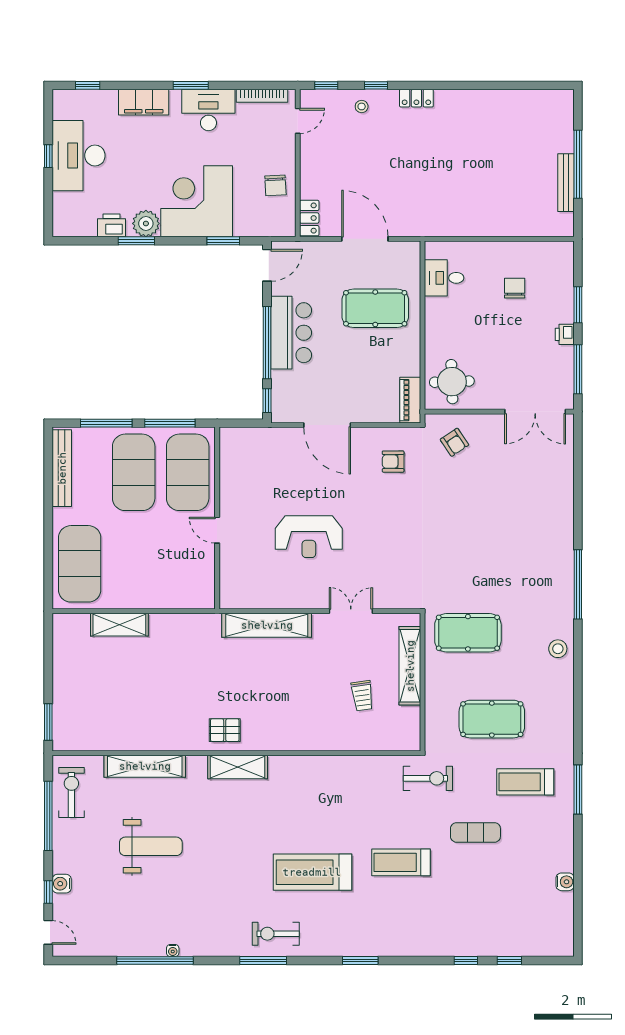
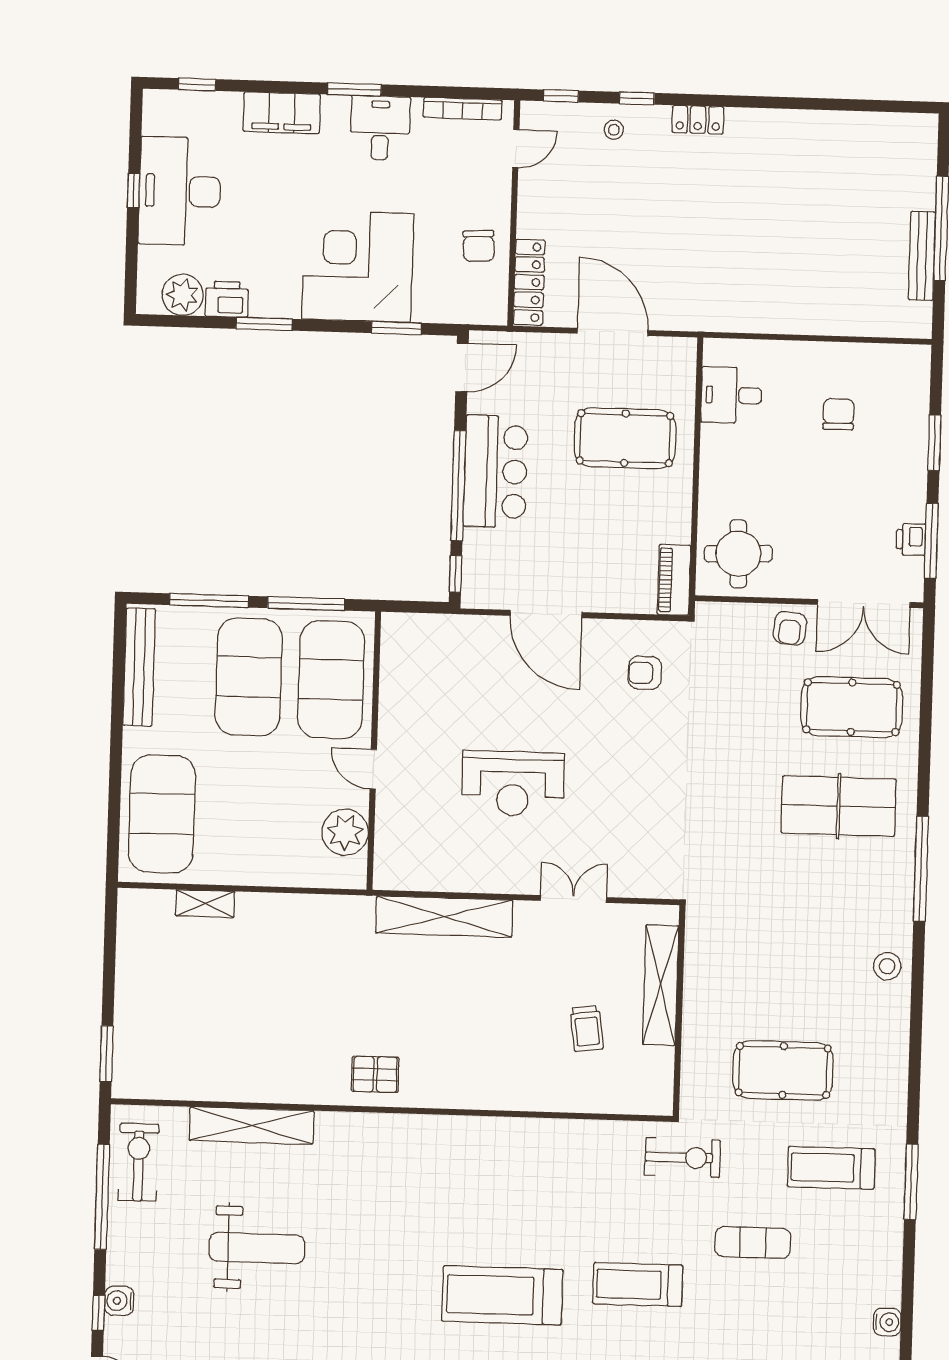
desk: (208, 110) -> (380, 128), width x0.73
locker: (309, 218) -> (529, 282), width x1.53
plant: (146, 223) -> (183, 295), moved
printer: (565, 334) -> (911, 539), moved
armchair: (454, 442) -> (790, 628), moved, turned 40
table tennis table: (523, 545) -> (839, 806), added
plant: (200, 572) -> (345, 832), added
shelving: (119, 625) -> (205, 904), width x0.67, depth x0.75
pool table: (468, 633) -> (852, 707), moved
shelving: (238, 767) -> (393, 1131), removed

